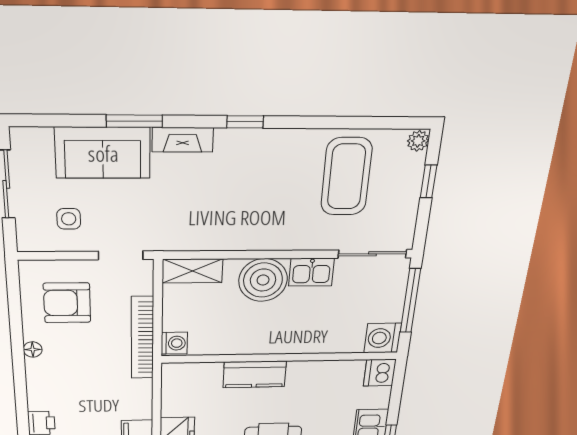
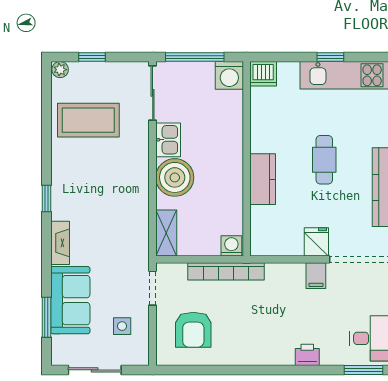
window: (134, 121) -> (46, 317), moved
floor lamp: (33, 349) -> (235, 358), removed

